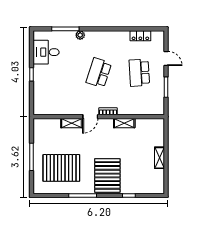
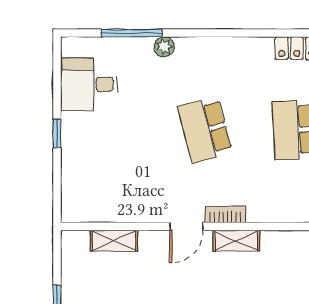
school desk: (99, 73) -> (205, 130), turned -33
shelving: (72, 123) -> (114, 241), moved
shelving: (124, 123) -> (236, 241), moved

